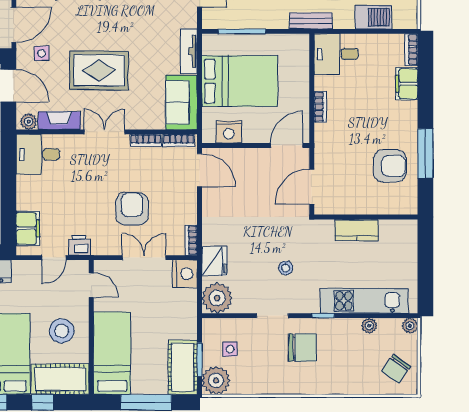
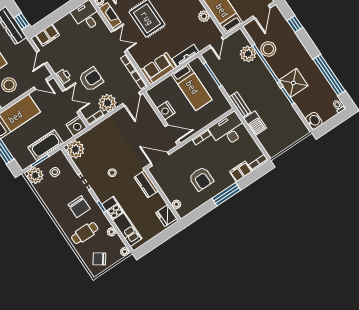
barbecue: (373, 17) -> (255, 123), moved
desk: (336, 54) -> (228, 130), width x1.37
bed: (240, 81) -> (192, 87), width x0.67
nightstand: (229, 132) -> (166, 111), moved
window: (425, 153) -> (226, 194), moved
armchair: (390, 166) -> (201, 179), moved
plant: (392, 207) -> (176, 204), added
plant: (182, 208) -> (107, 103), added
kitchen counter: (357, 230) -> (146, 184), moved
printer: (79, 245) -> (63, 76), moved
door: (54, 258) -> (42, 57), hinge flipped
fridge: (214, 261) -> (166, 216), moved, turned 90
door: (91, 285) -> (41, 84), hinge flipped
cafe table: (345, 365) -> (85, 233), added
cot: (183, 367) -> (46, 145), moved

